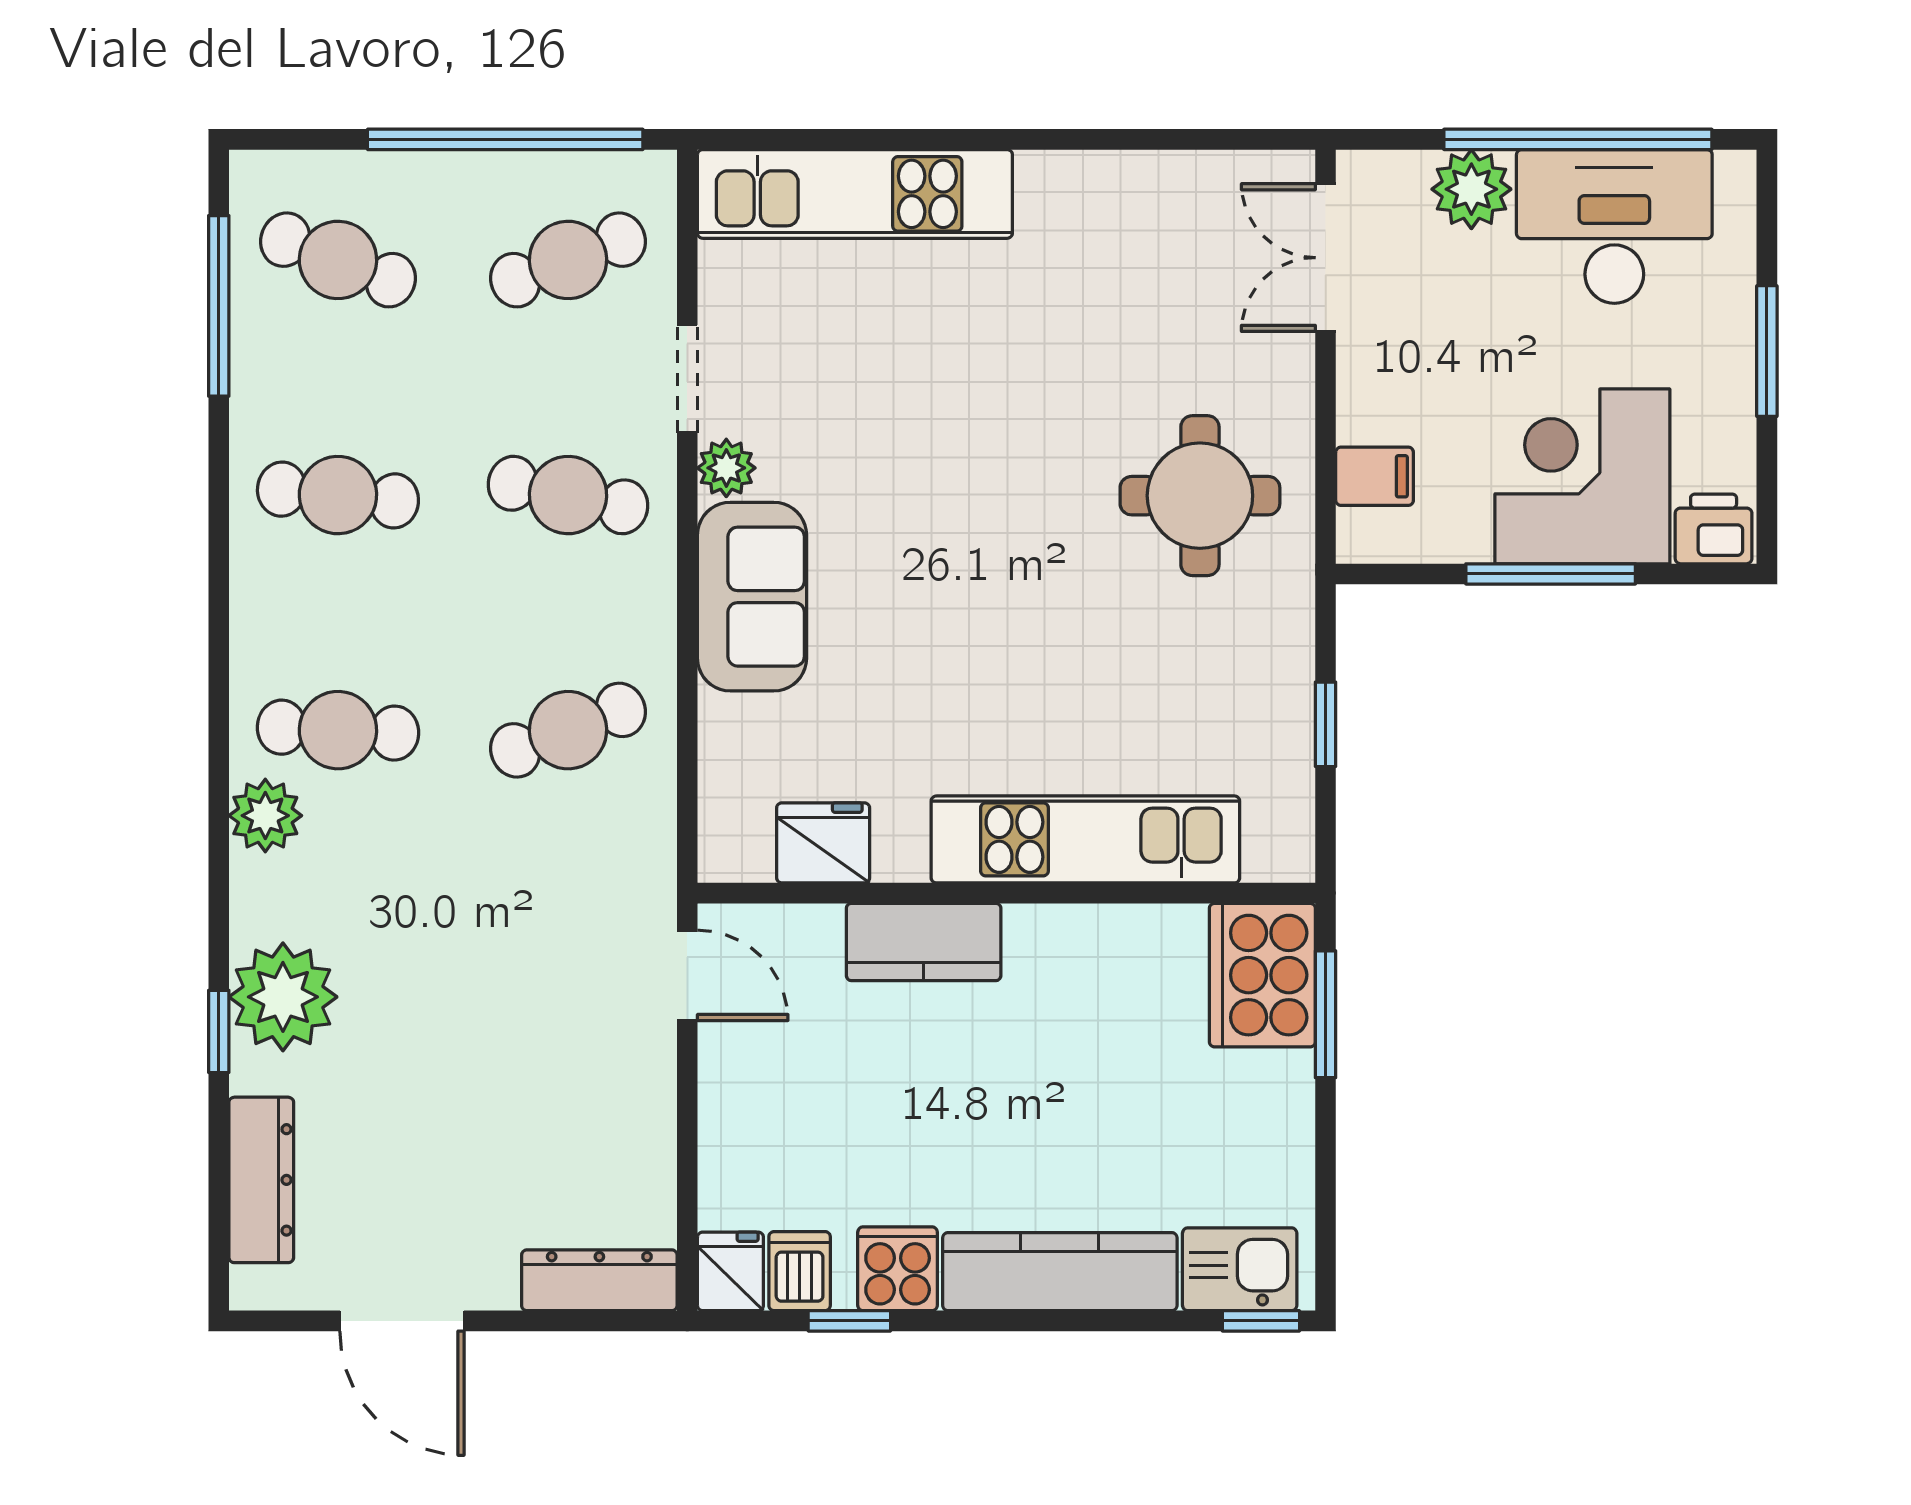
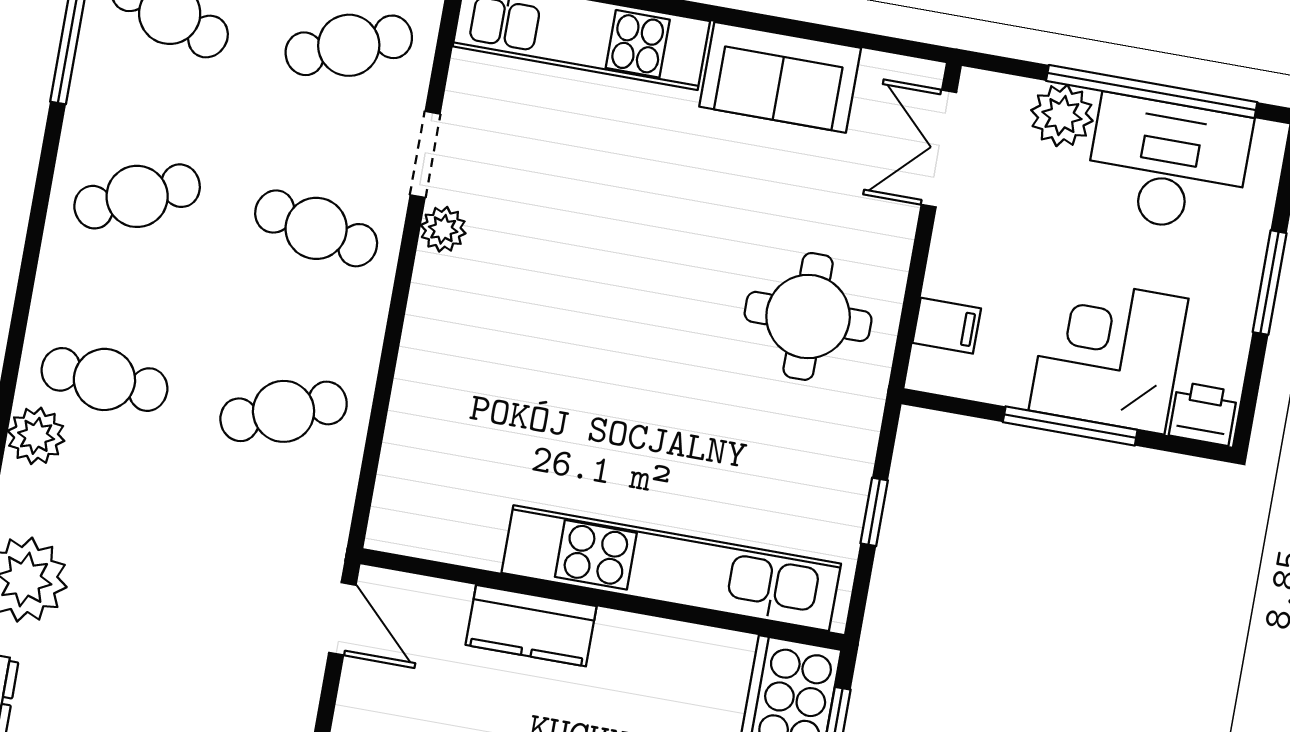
cafe table: (338, 495) -> (137, 196), turned -30
sofa: (752, 597) -> (780, 77), moved, turned 90
kitchen unit: (1085, 839) -> (671, 568), width x1.36
fridge: (823, 843) -> (467, 535), removed

